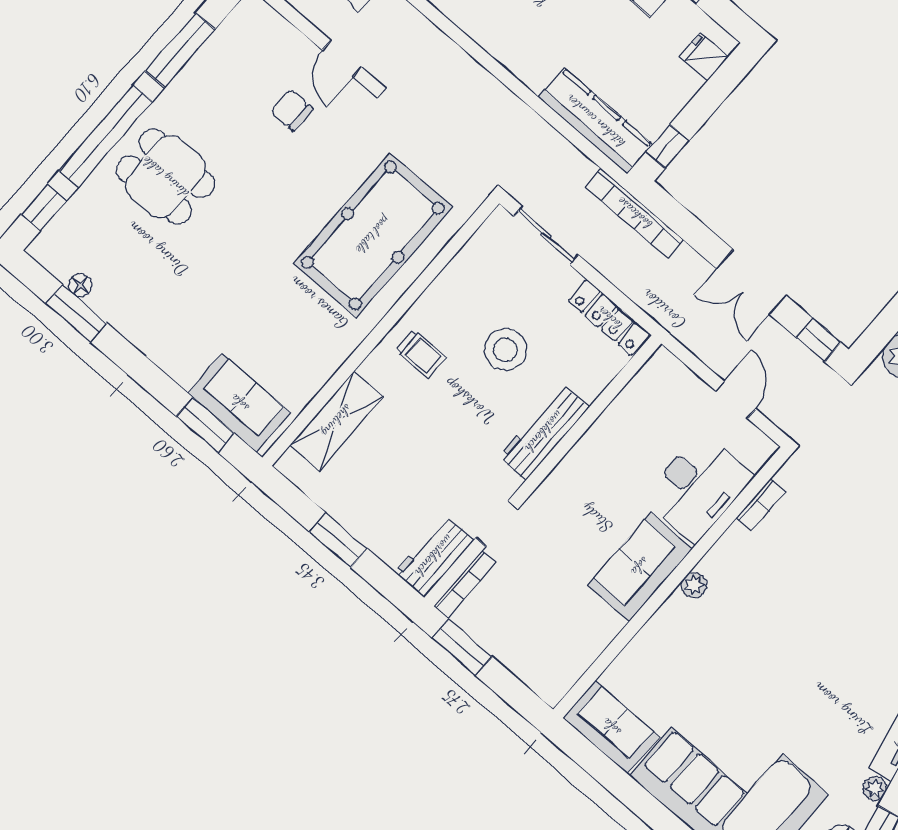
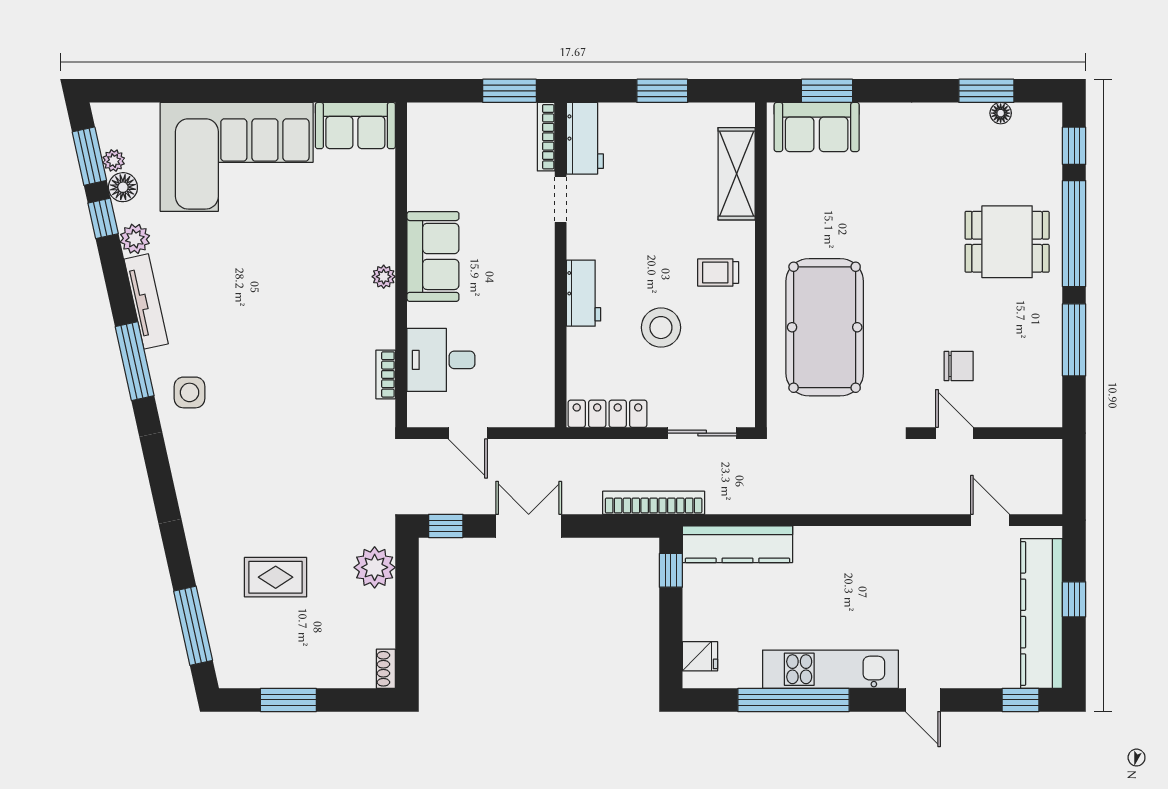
workbench: (544, 432) -> (584, 293), width x0.73
desk: (698, 487) -> (441, 360), width x0.73
plant: (875, 788) -> (135, 239), width x1.38, depth x1.38

